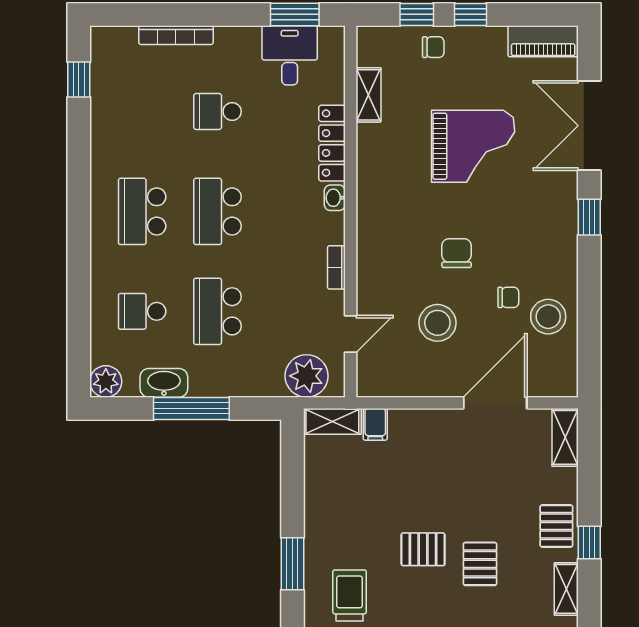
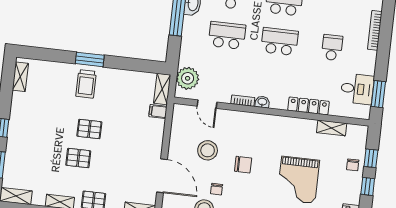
washbasin: (335, 198) -> (262, 102), moved
pallet: (423, 549) -> (89, 129), turned 90
trolley: (350, 596) -> (86, 84), moved, turned 90

